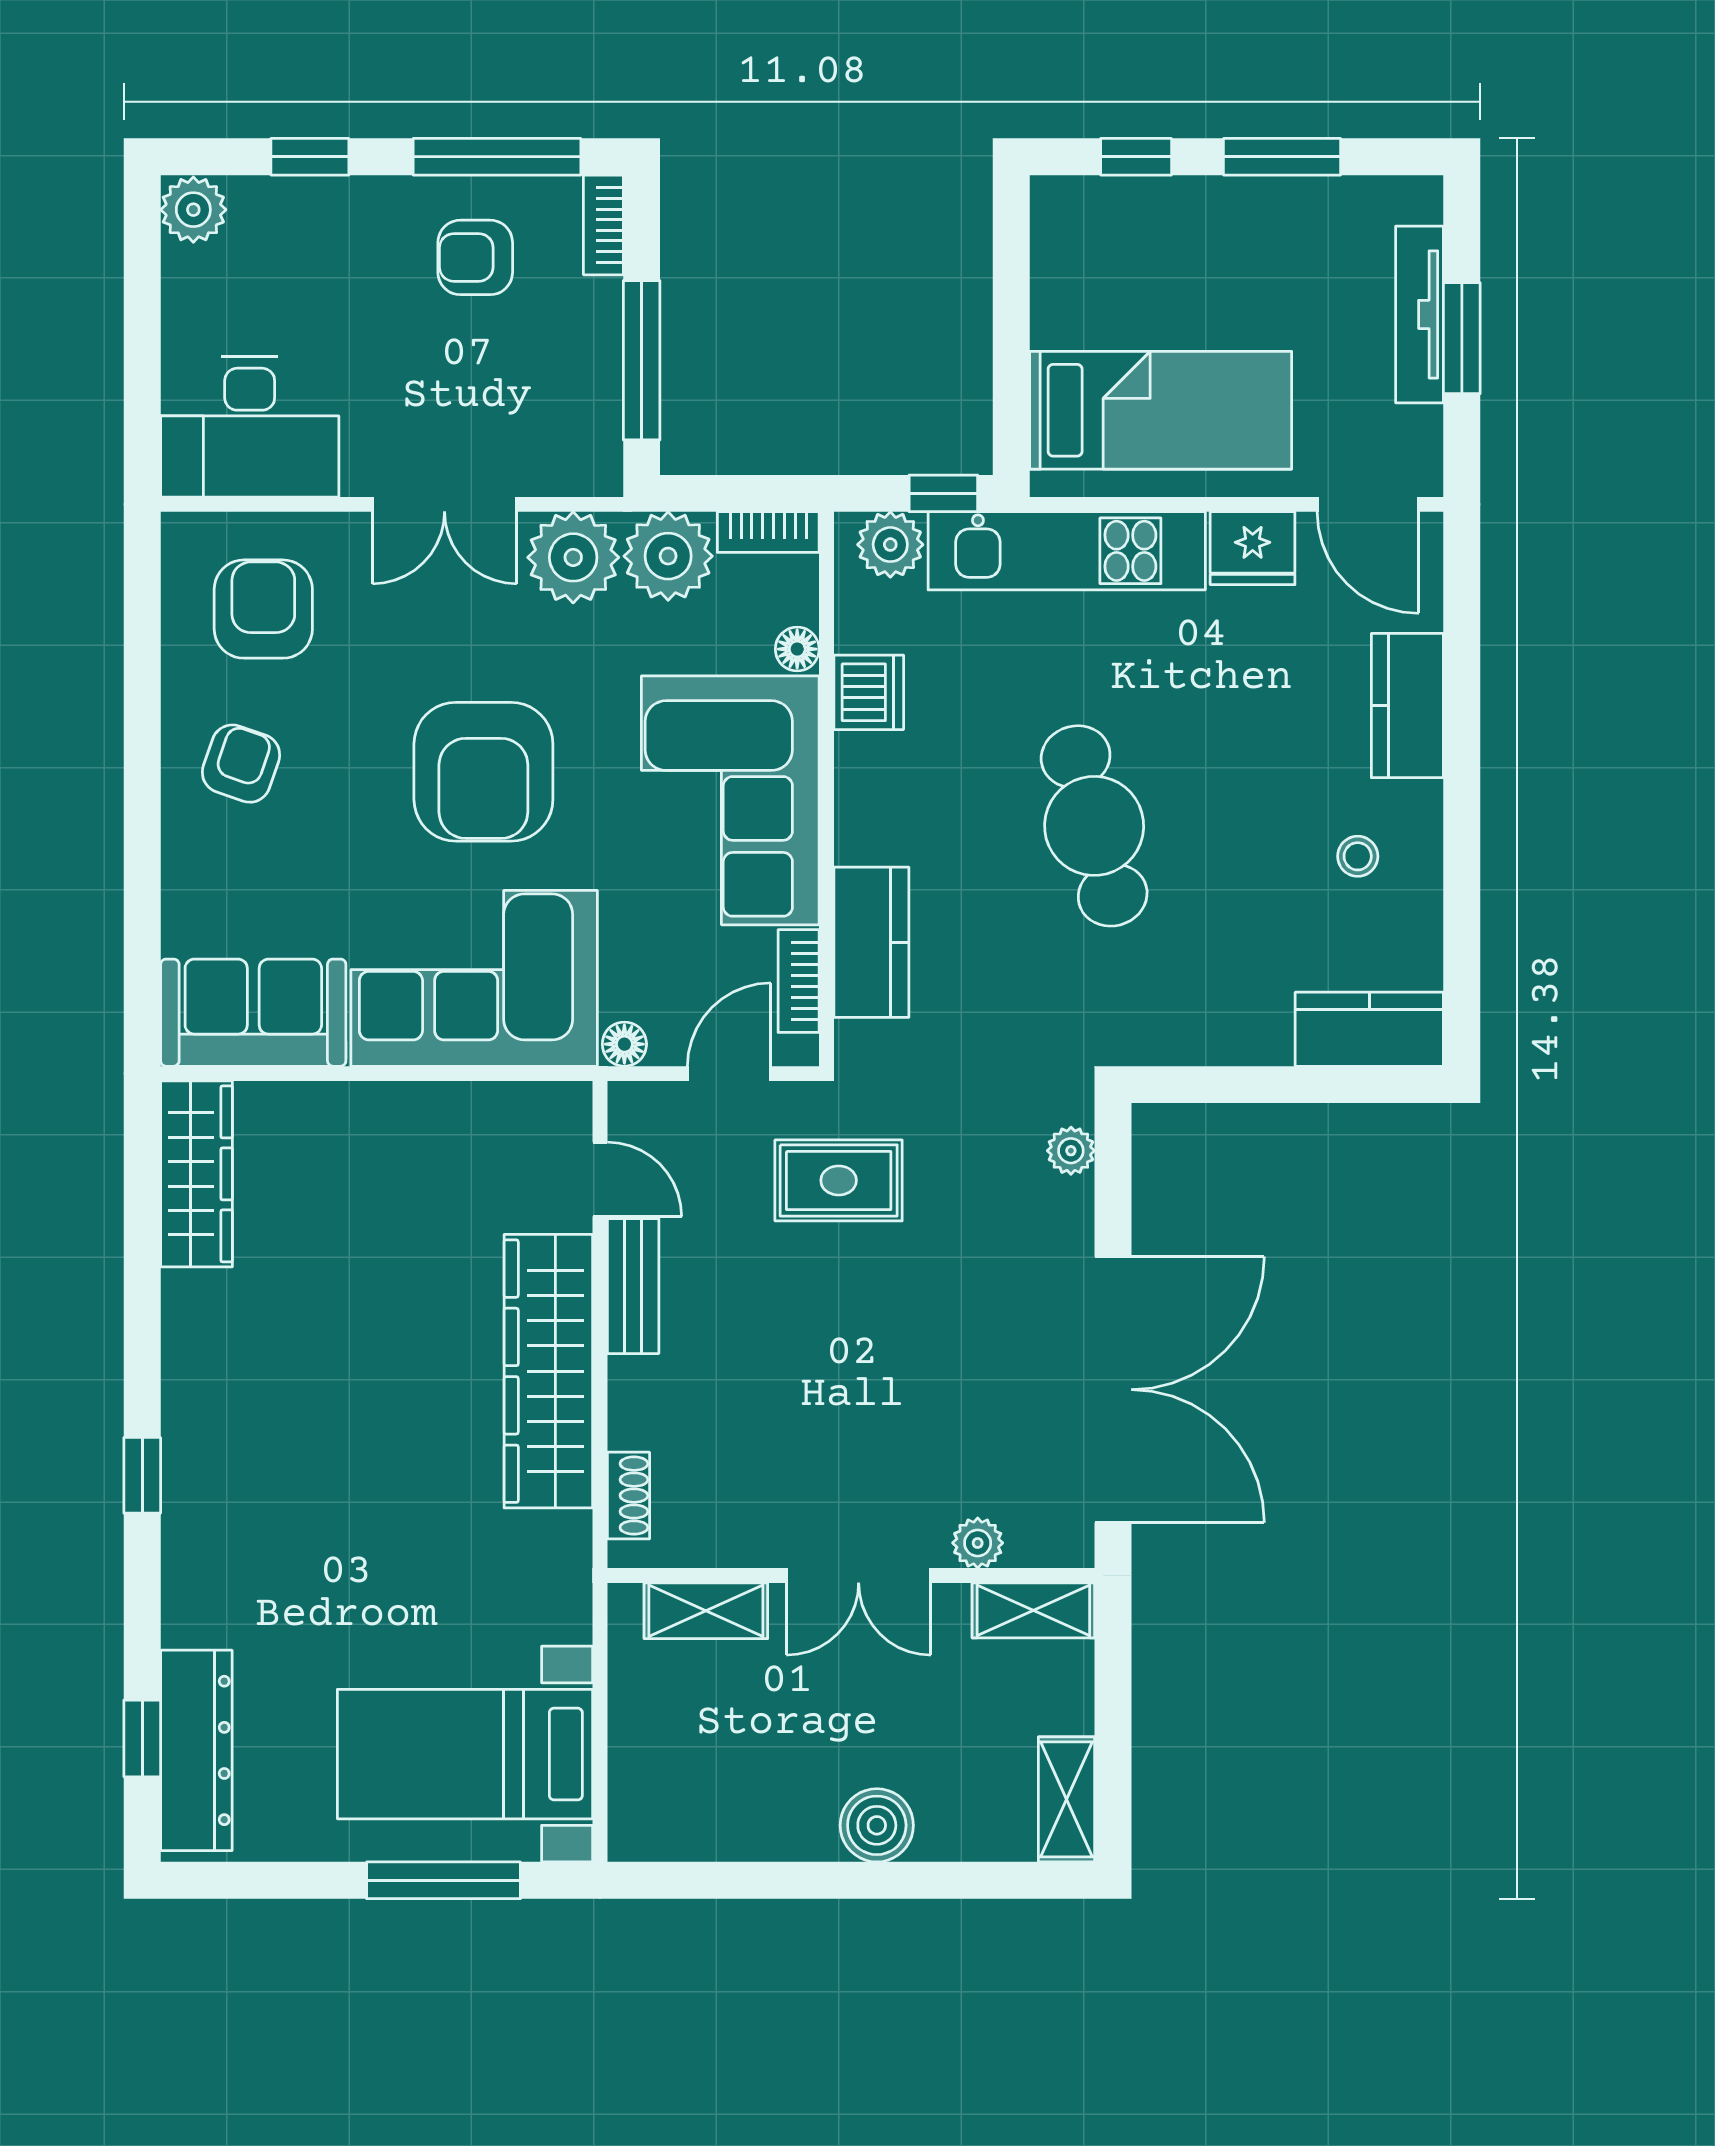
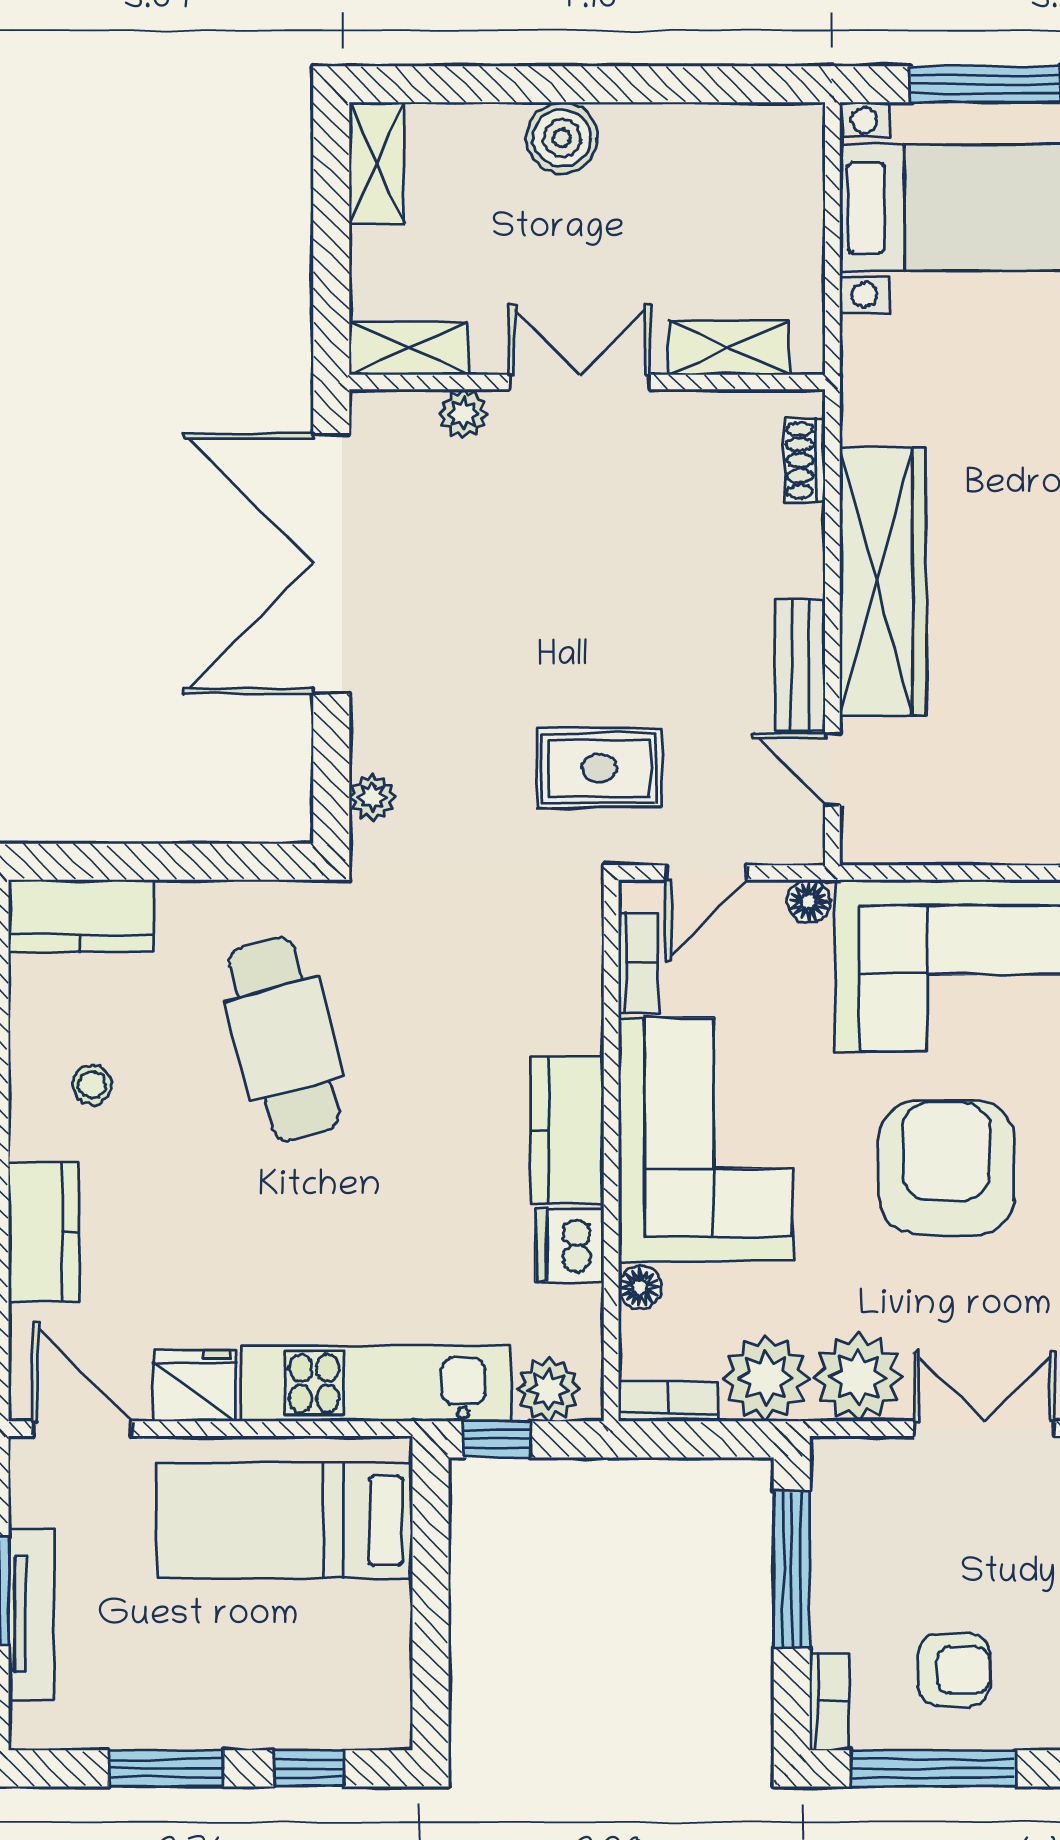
cafe table: (1094, 826) -> (284, 1039), moved
kitchen counter: (871, 942) -> (567, 1130), moved

